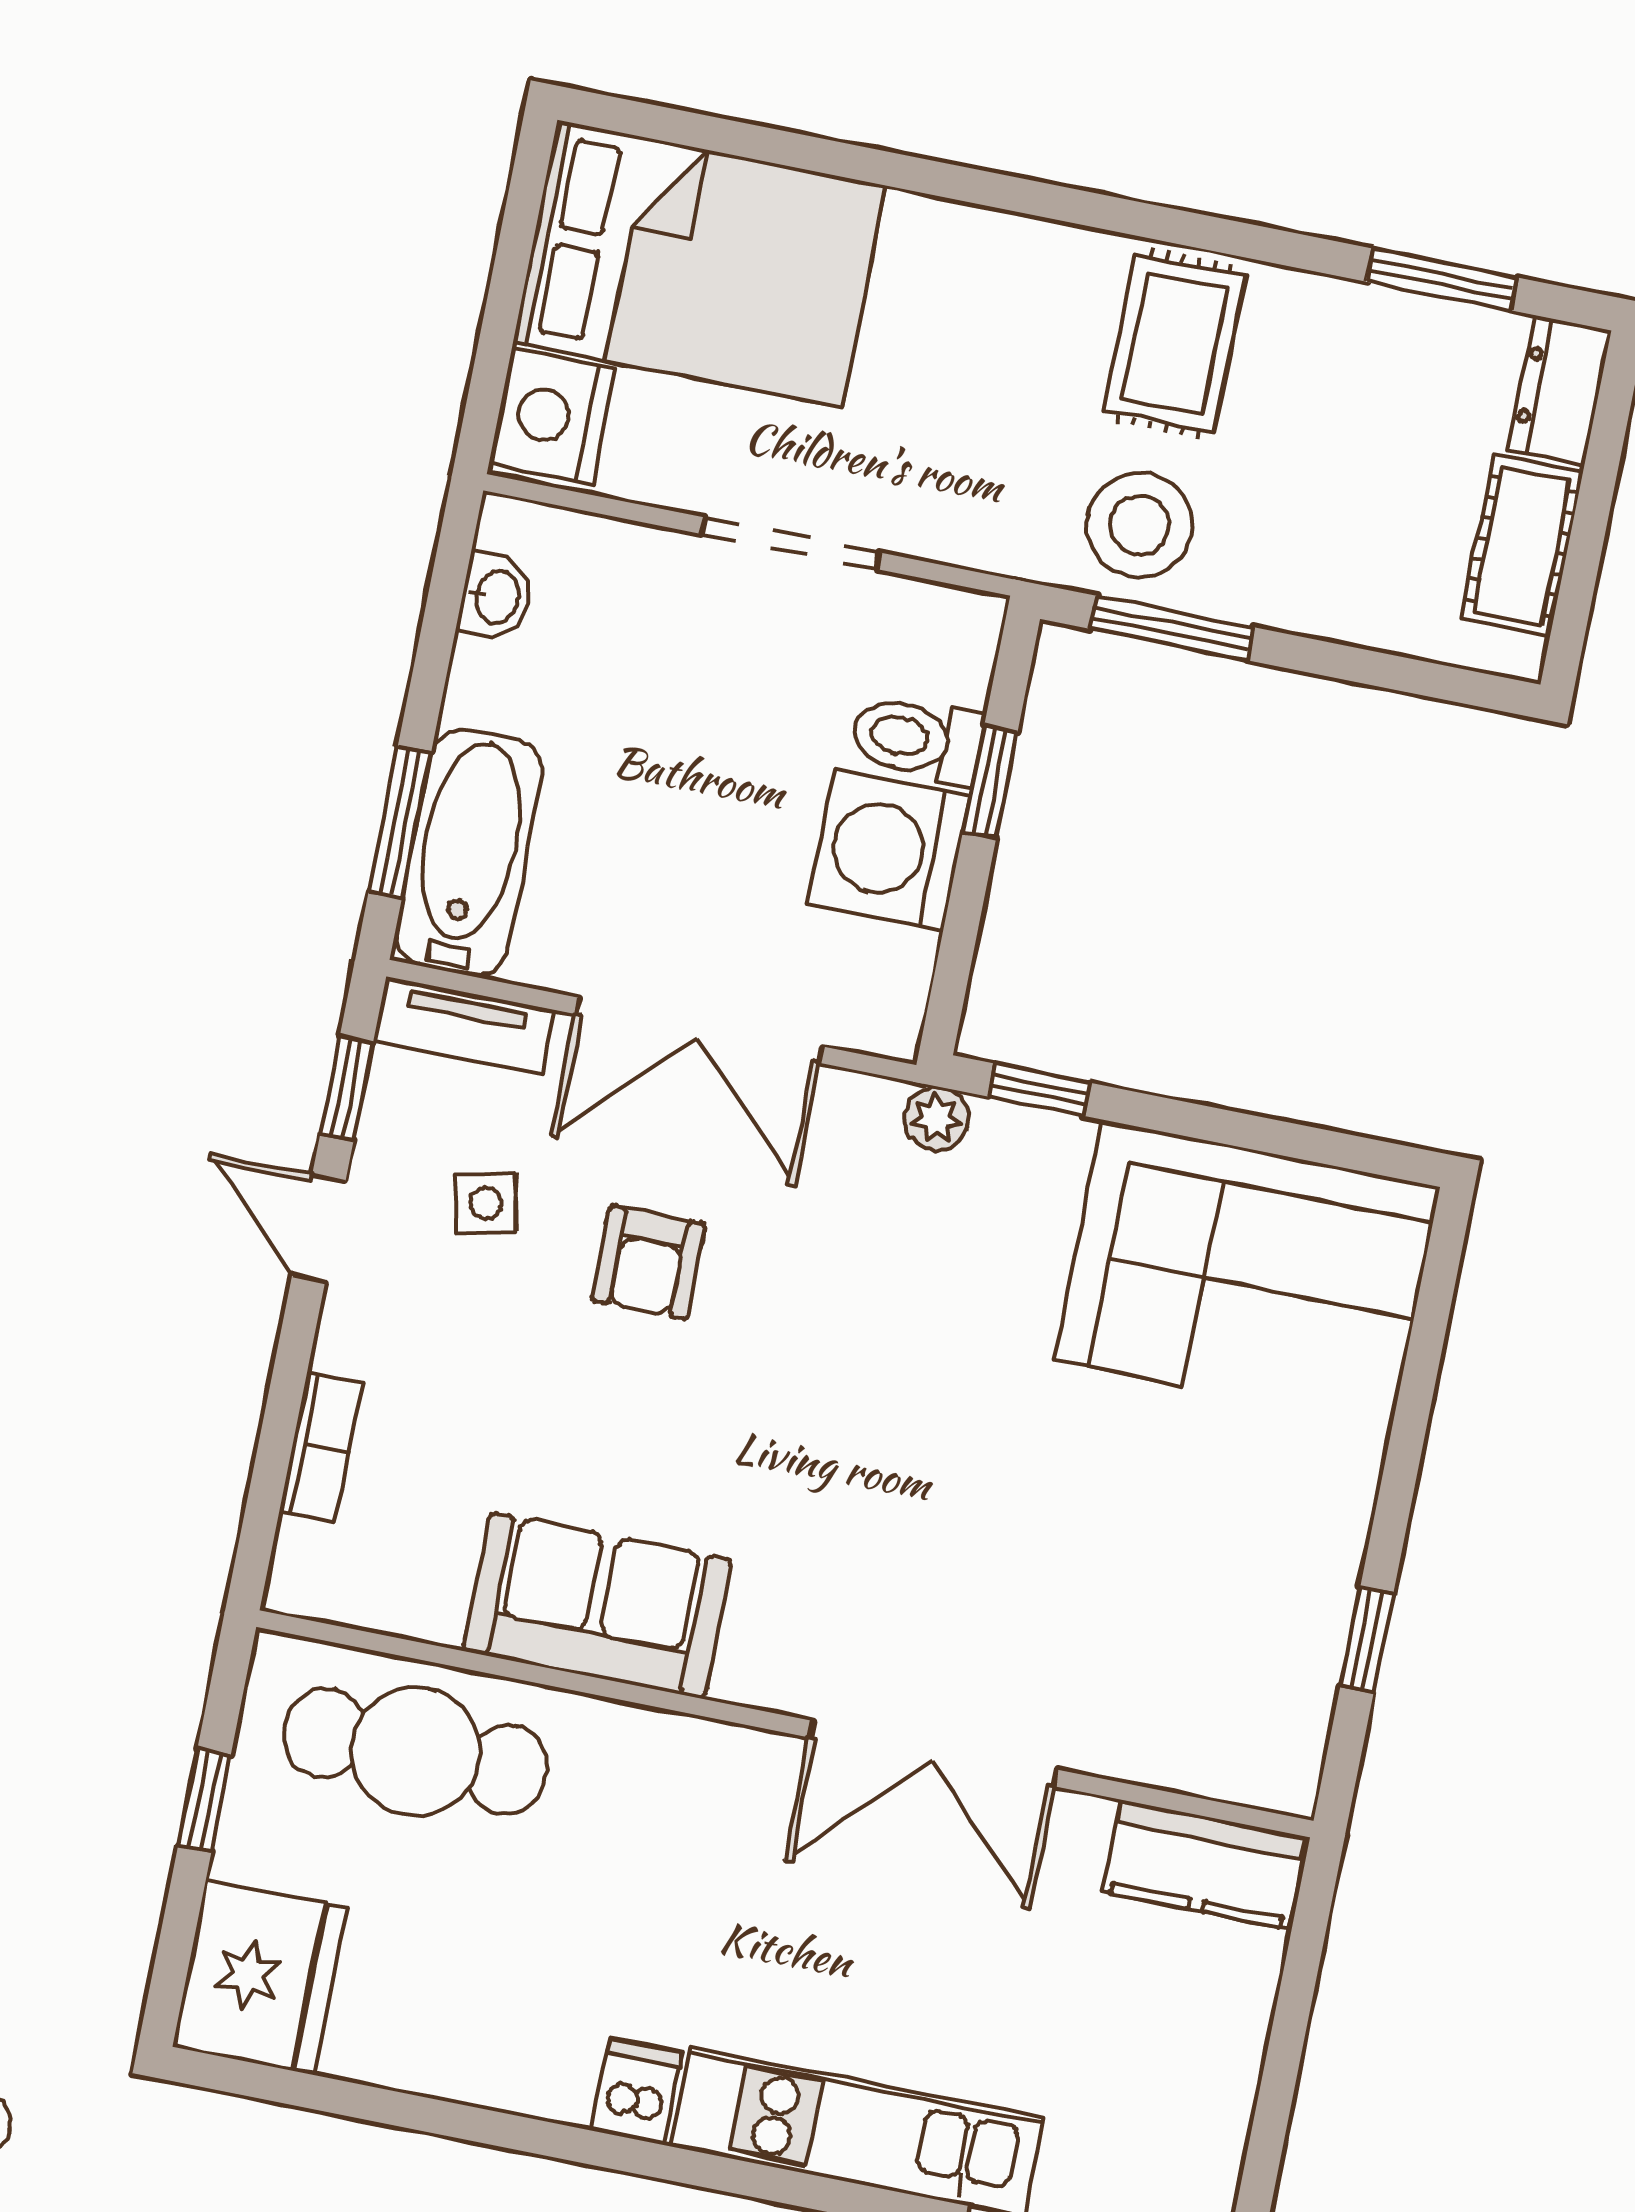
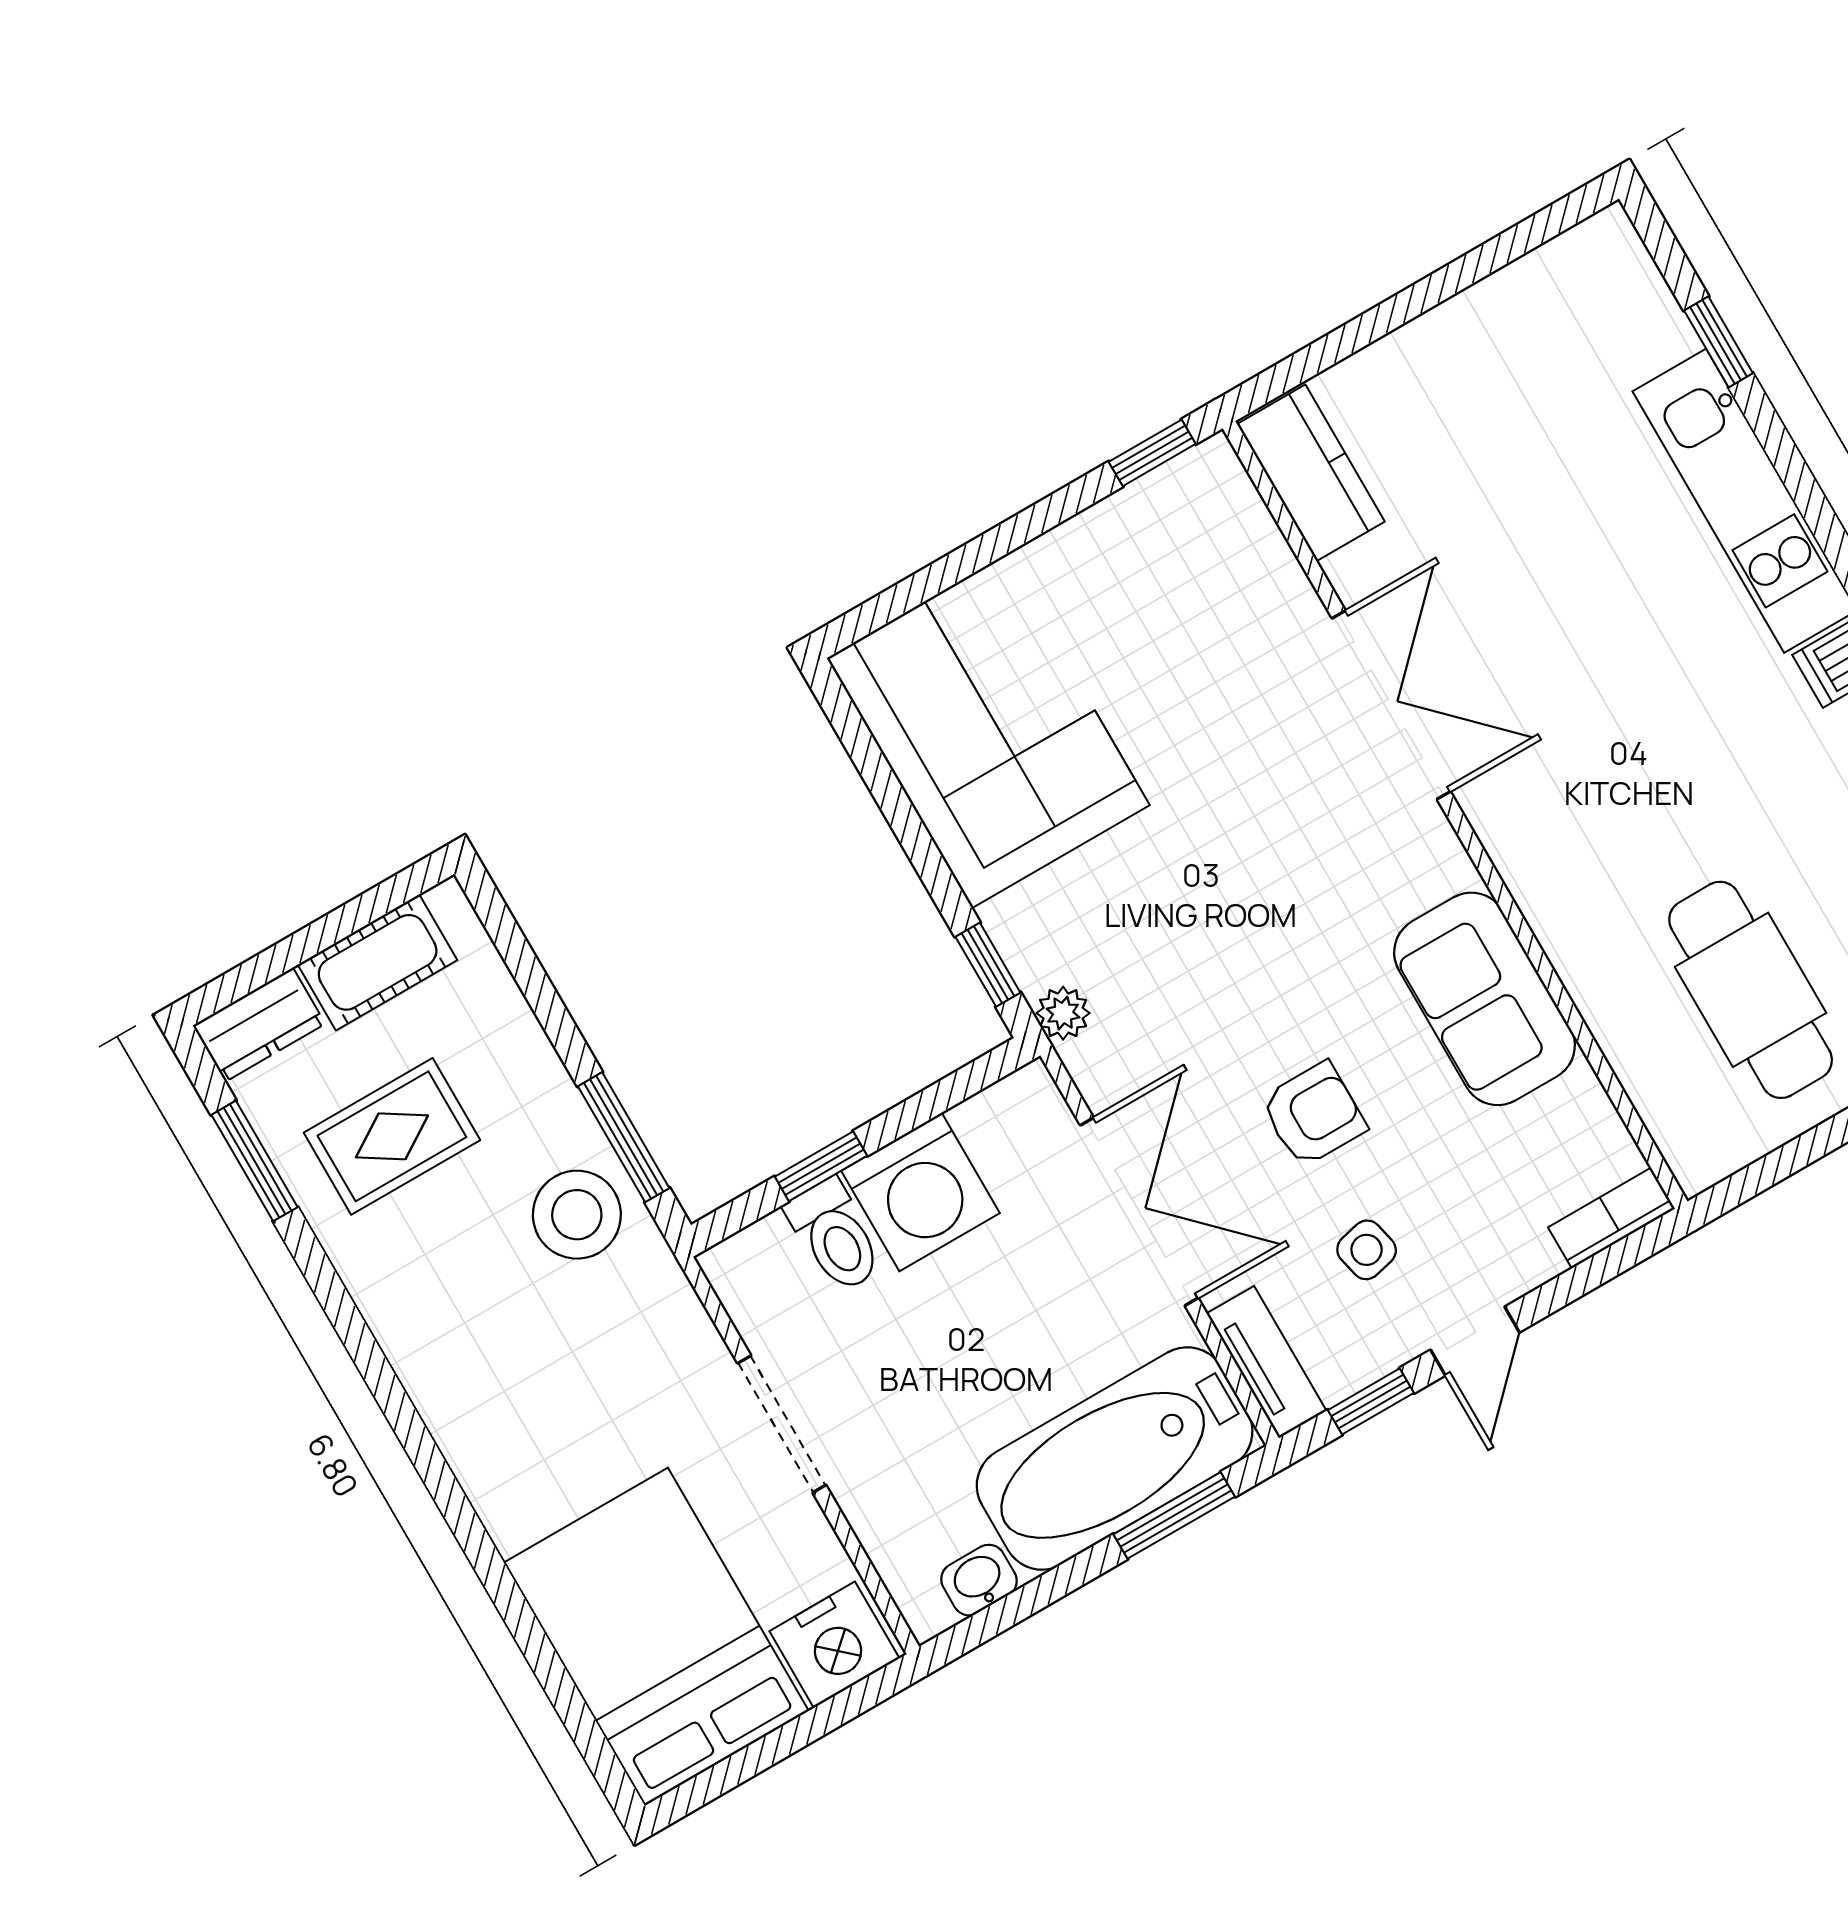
rug: (1175, 344) -> (392, 1136), moved
bathtub: (469, 853) -> (1115, 1458), width x1.36, depth x1.36
sofa: (597, 1605) -> (1485, 999), moved
wall: (785, 1724) -> (1455, 815), moved
double door: (934, 1754) -> (1391, 705), moved
kitchen counter: (1204, 1864) -> (1311, 473), moved

